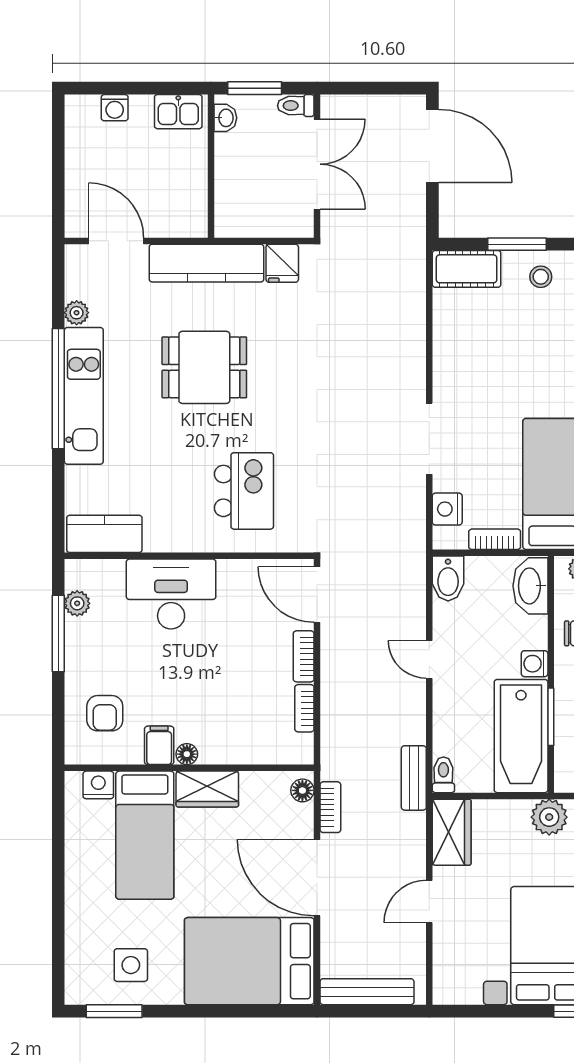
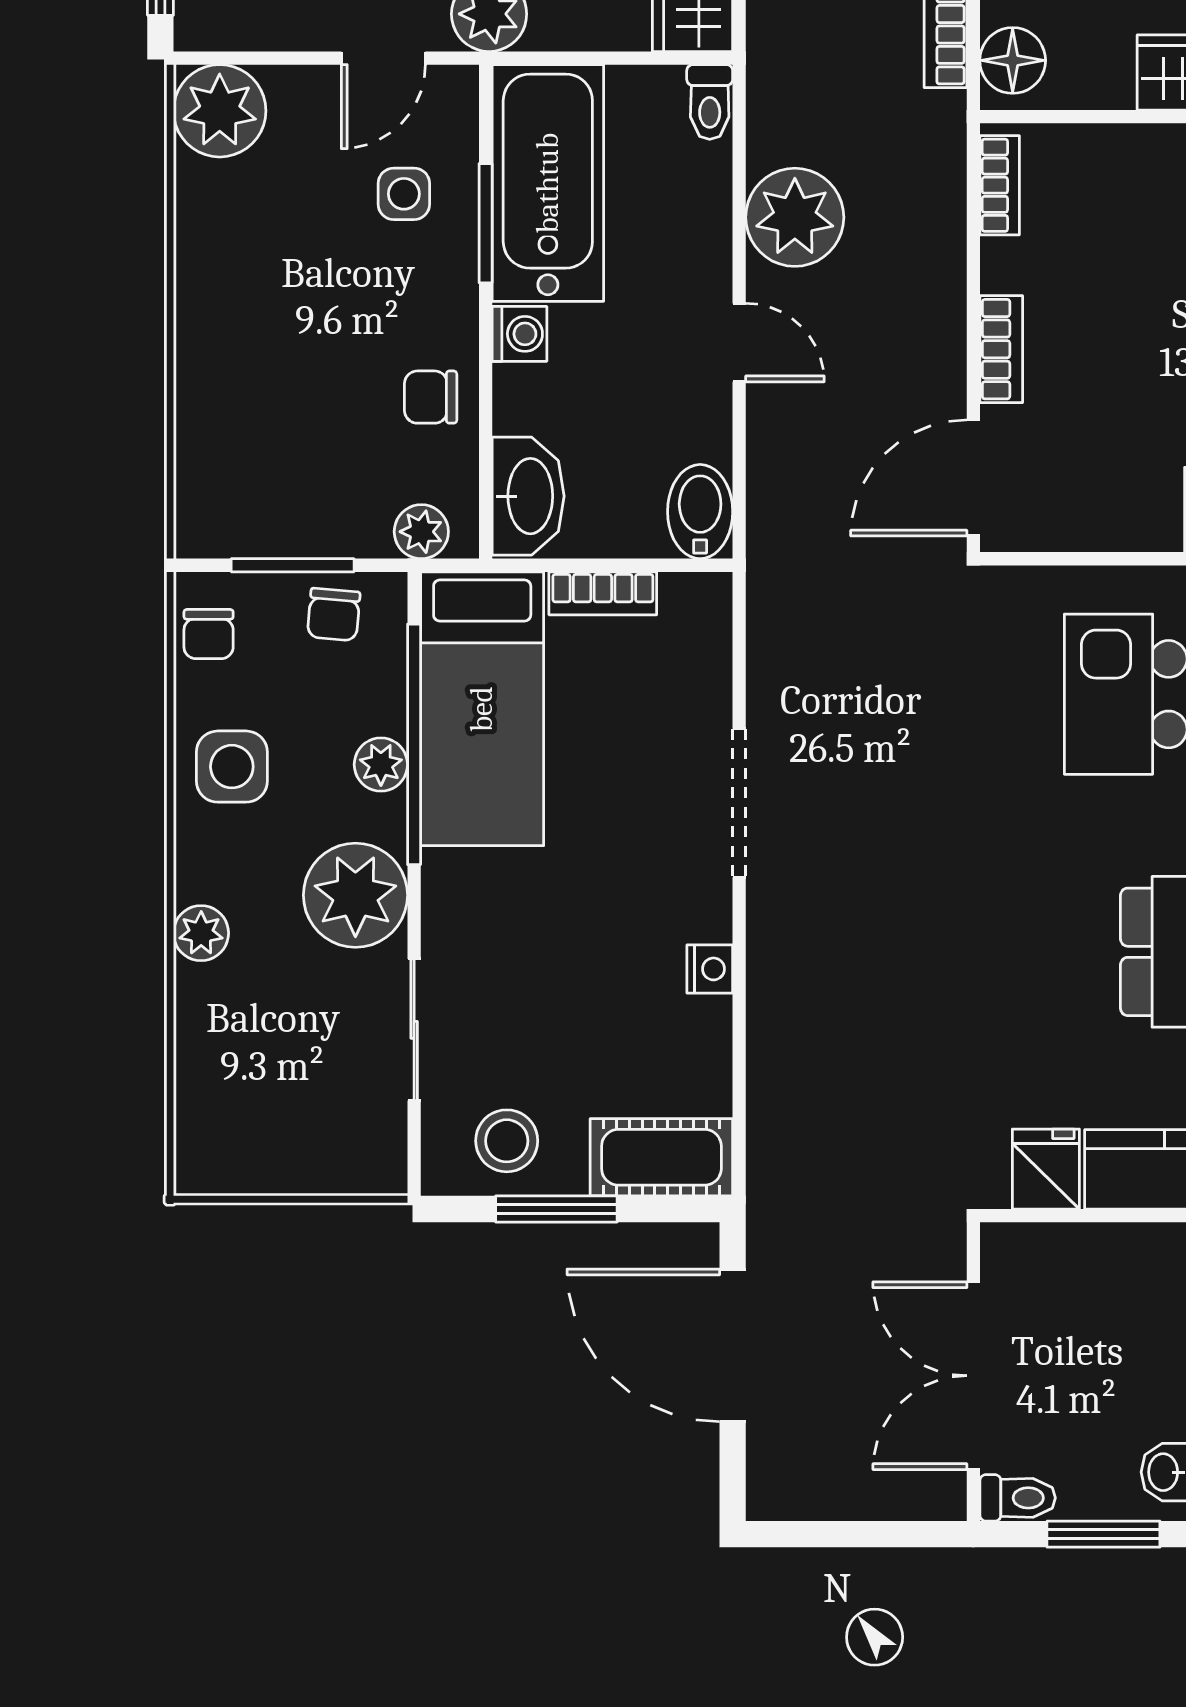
door: (432, 146) -> (733, 1345), moved
stool: (541, 277) -> (507, 1141), width x1.37, depth x1.37
nightstand: (447, 509) -> (710, 969), moved, width x0.72, depth x0.74
door: (317, 595) -> (973, 478), swing flipped
bookcase: (304, 708) -> (1000, 185), moved
plant: (403, 720) -> (795, 217), added
bench: (414, 778) -> (771, 96), removed
floor lamp: (302, 790) -> (1013, 60), width x1.37, depth x1.37

